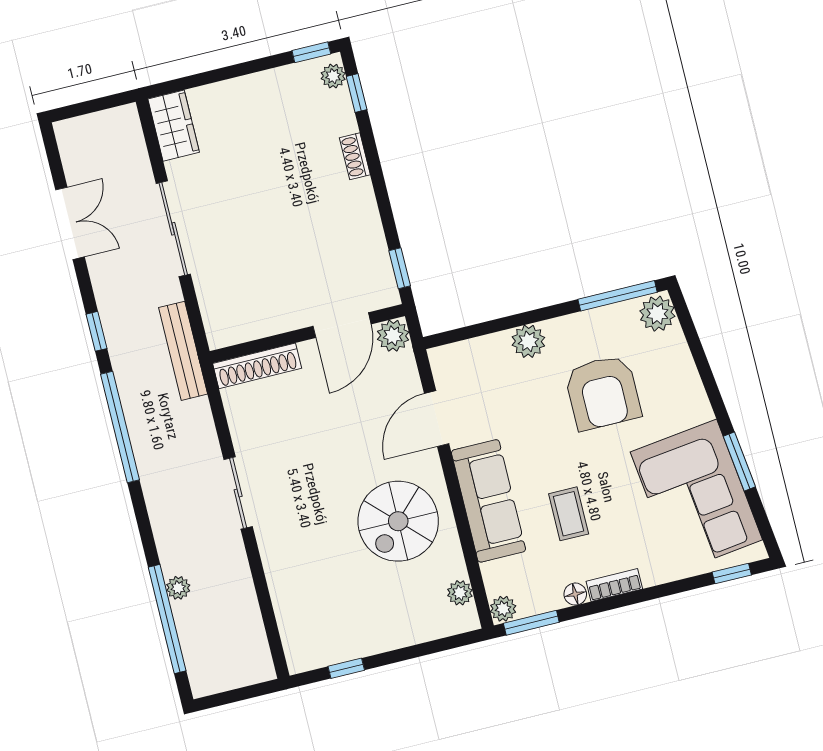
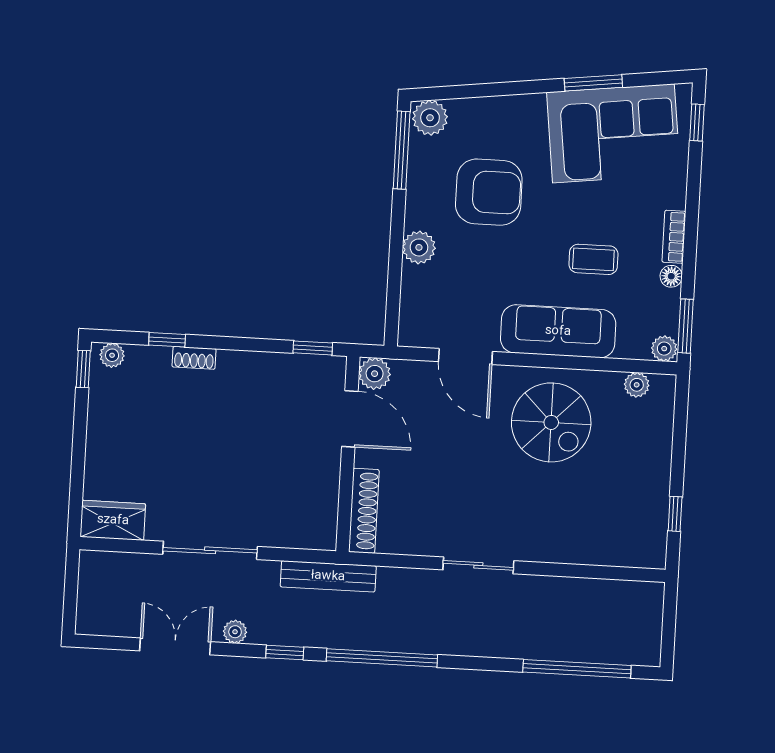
window: (357, 93) -> (167, 340), moved
plant: (178, 588) -> (235, 632), moved

